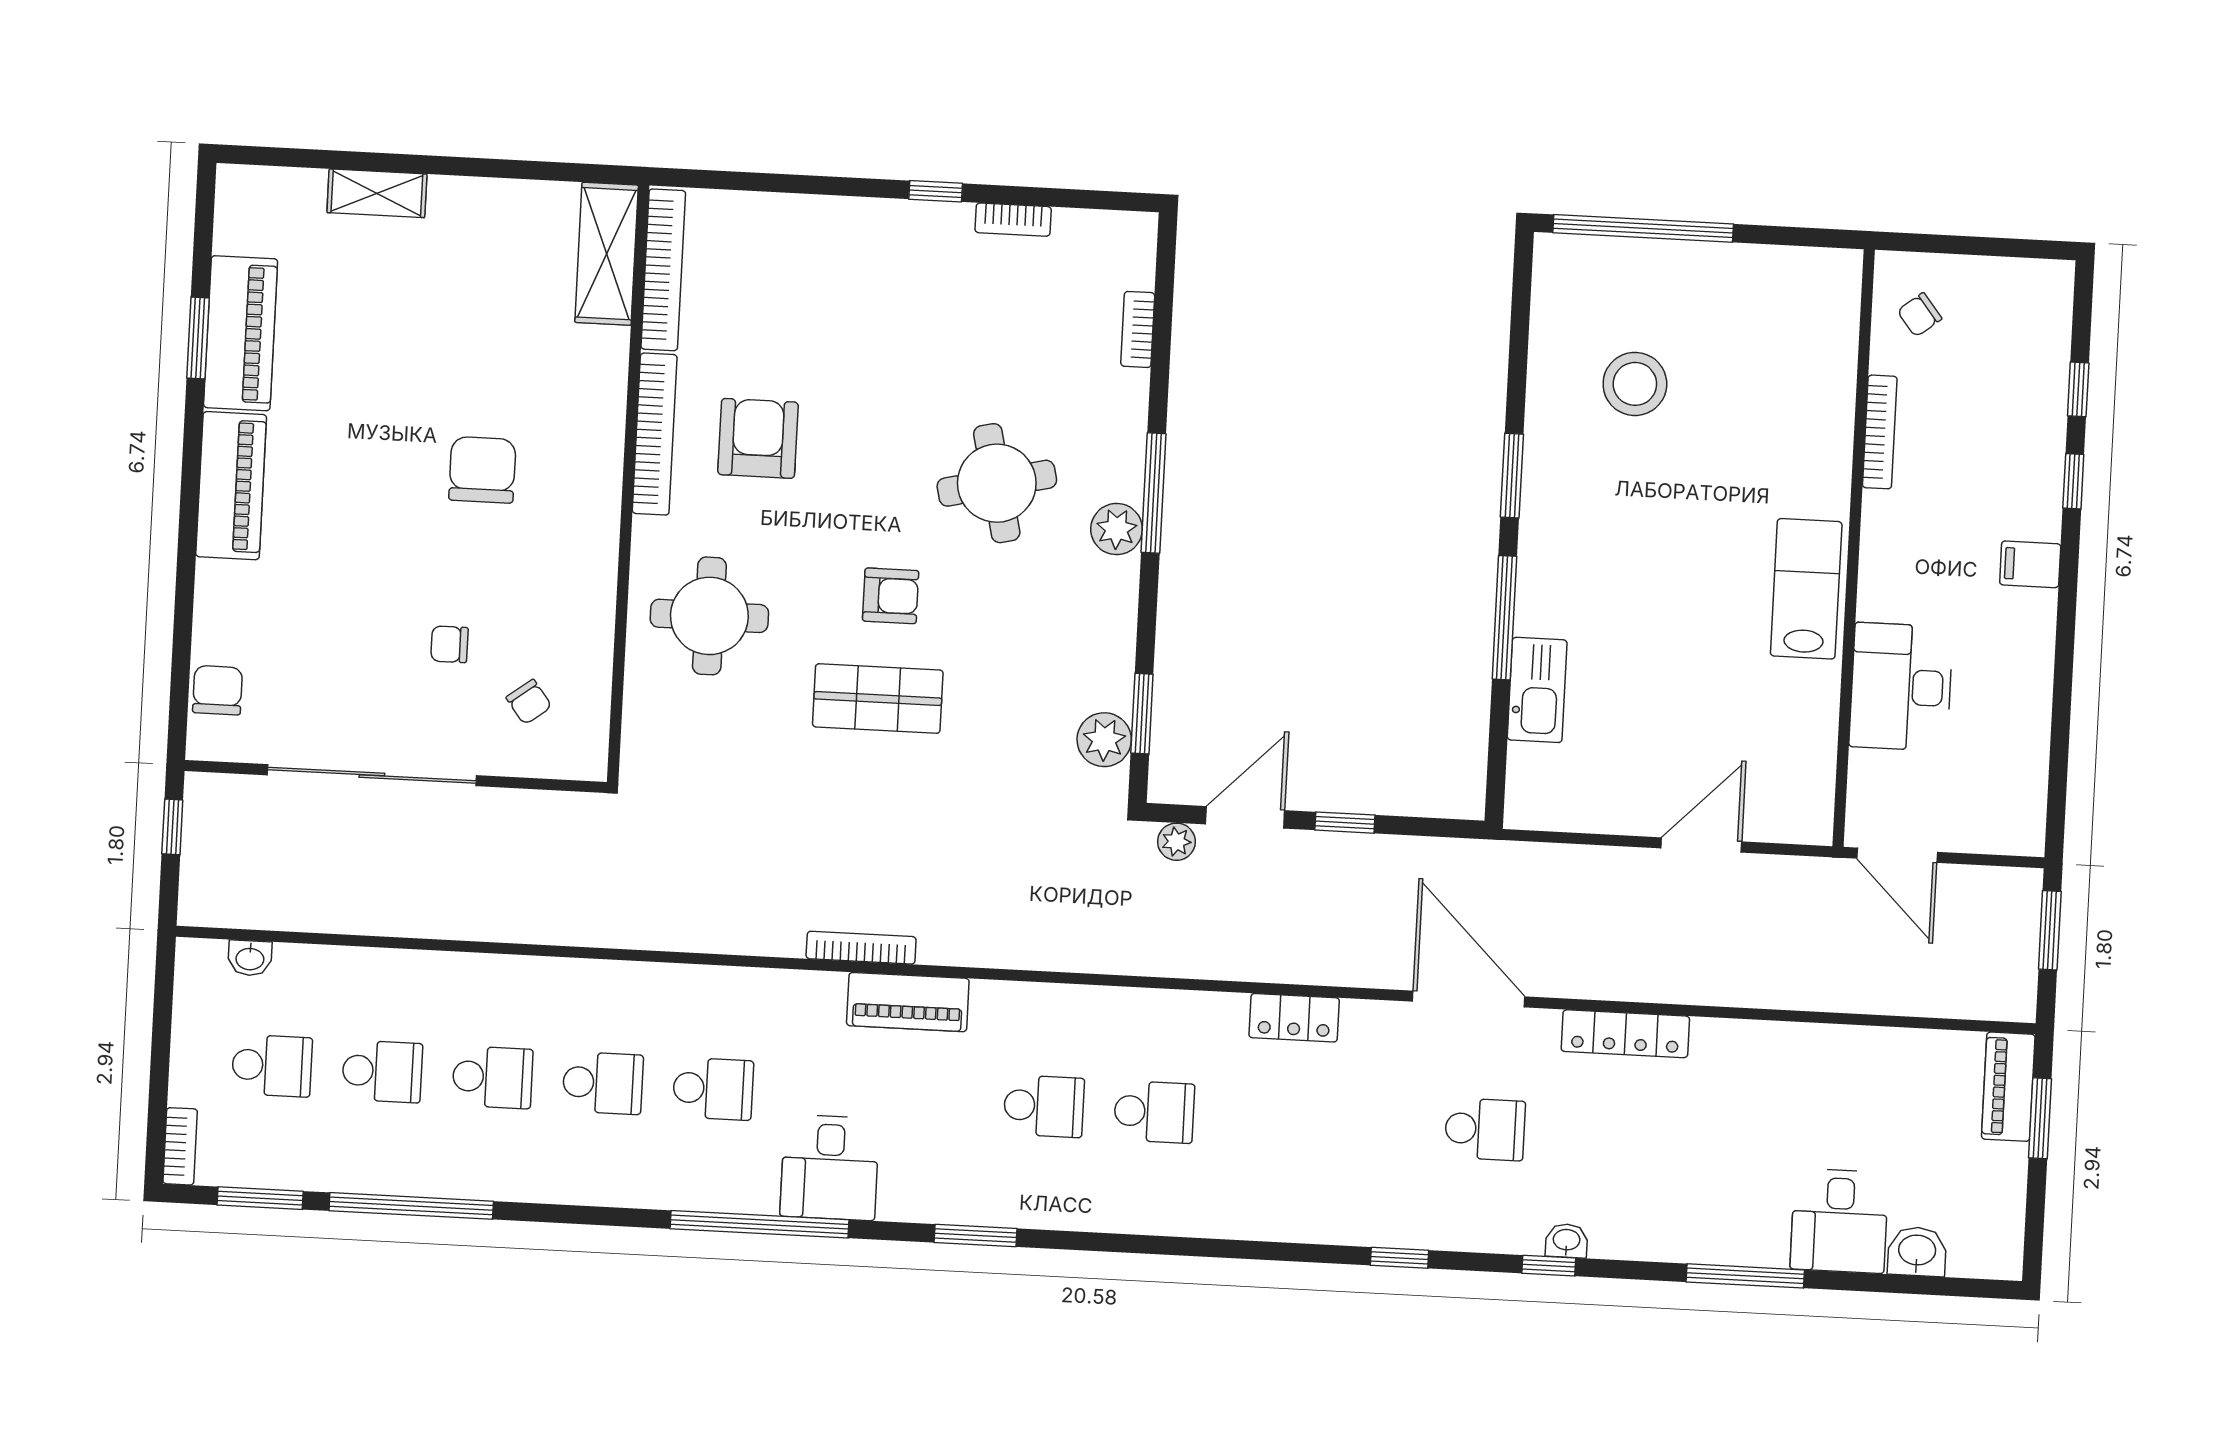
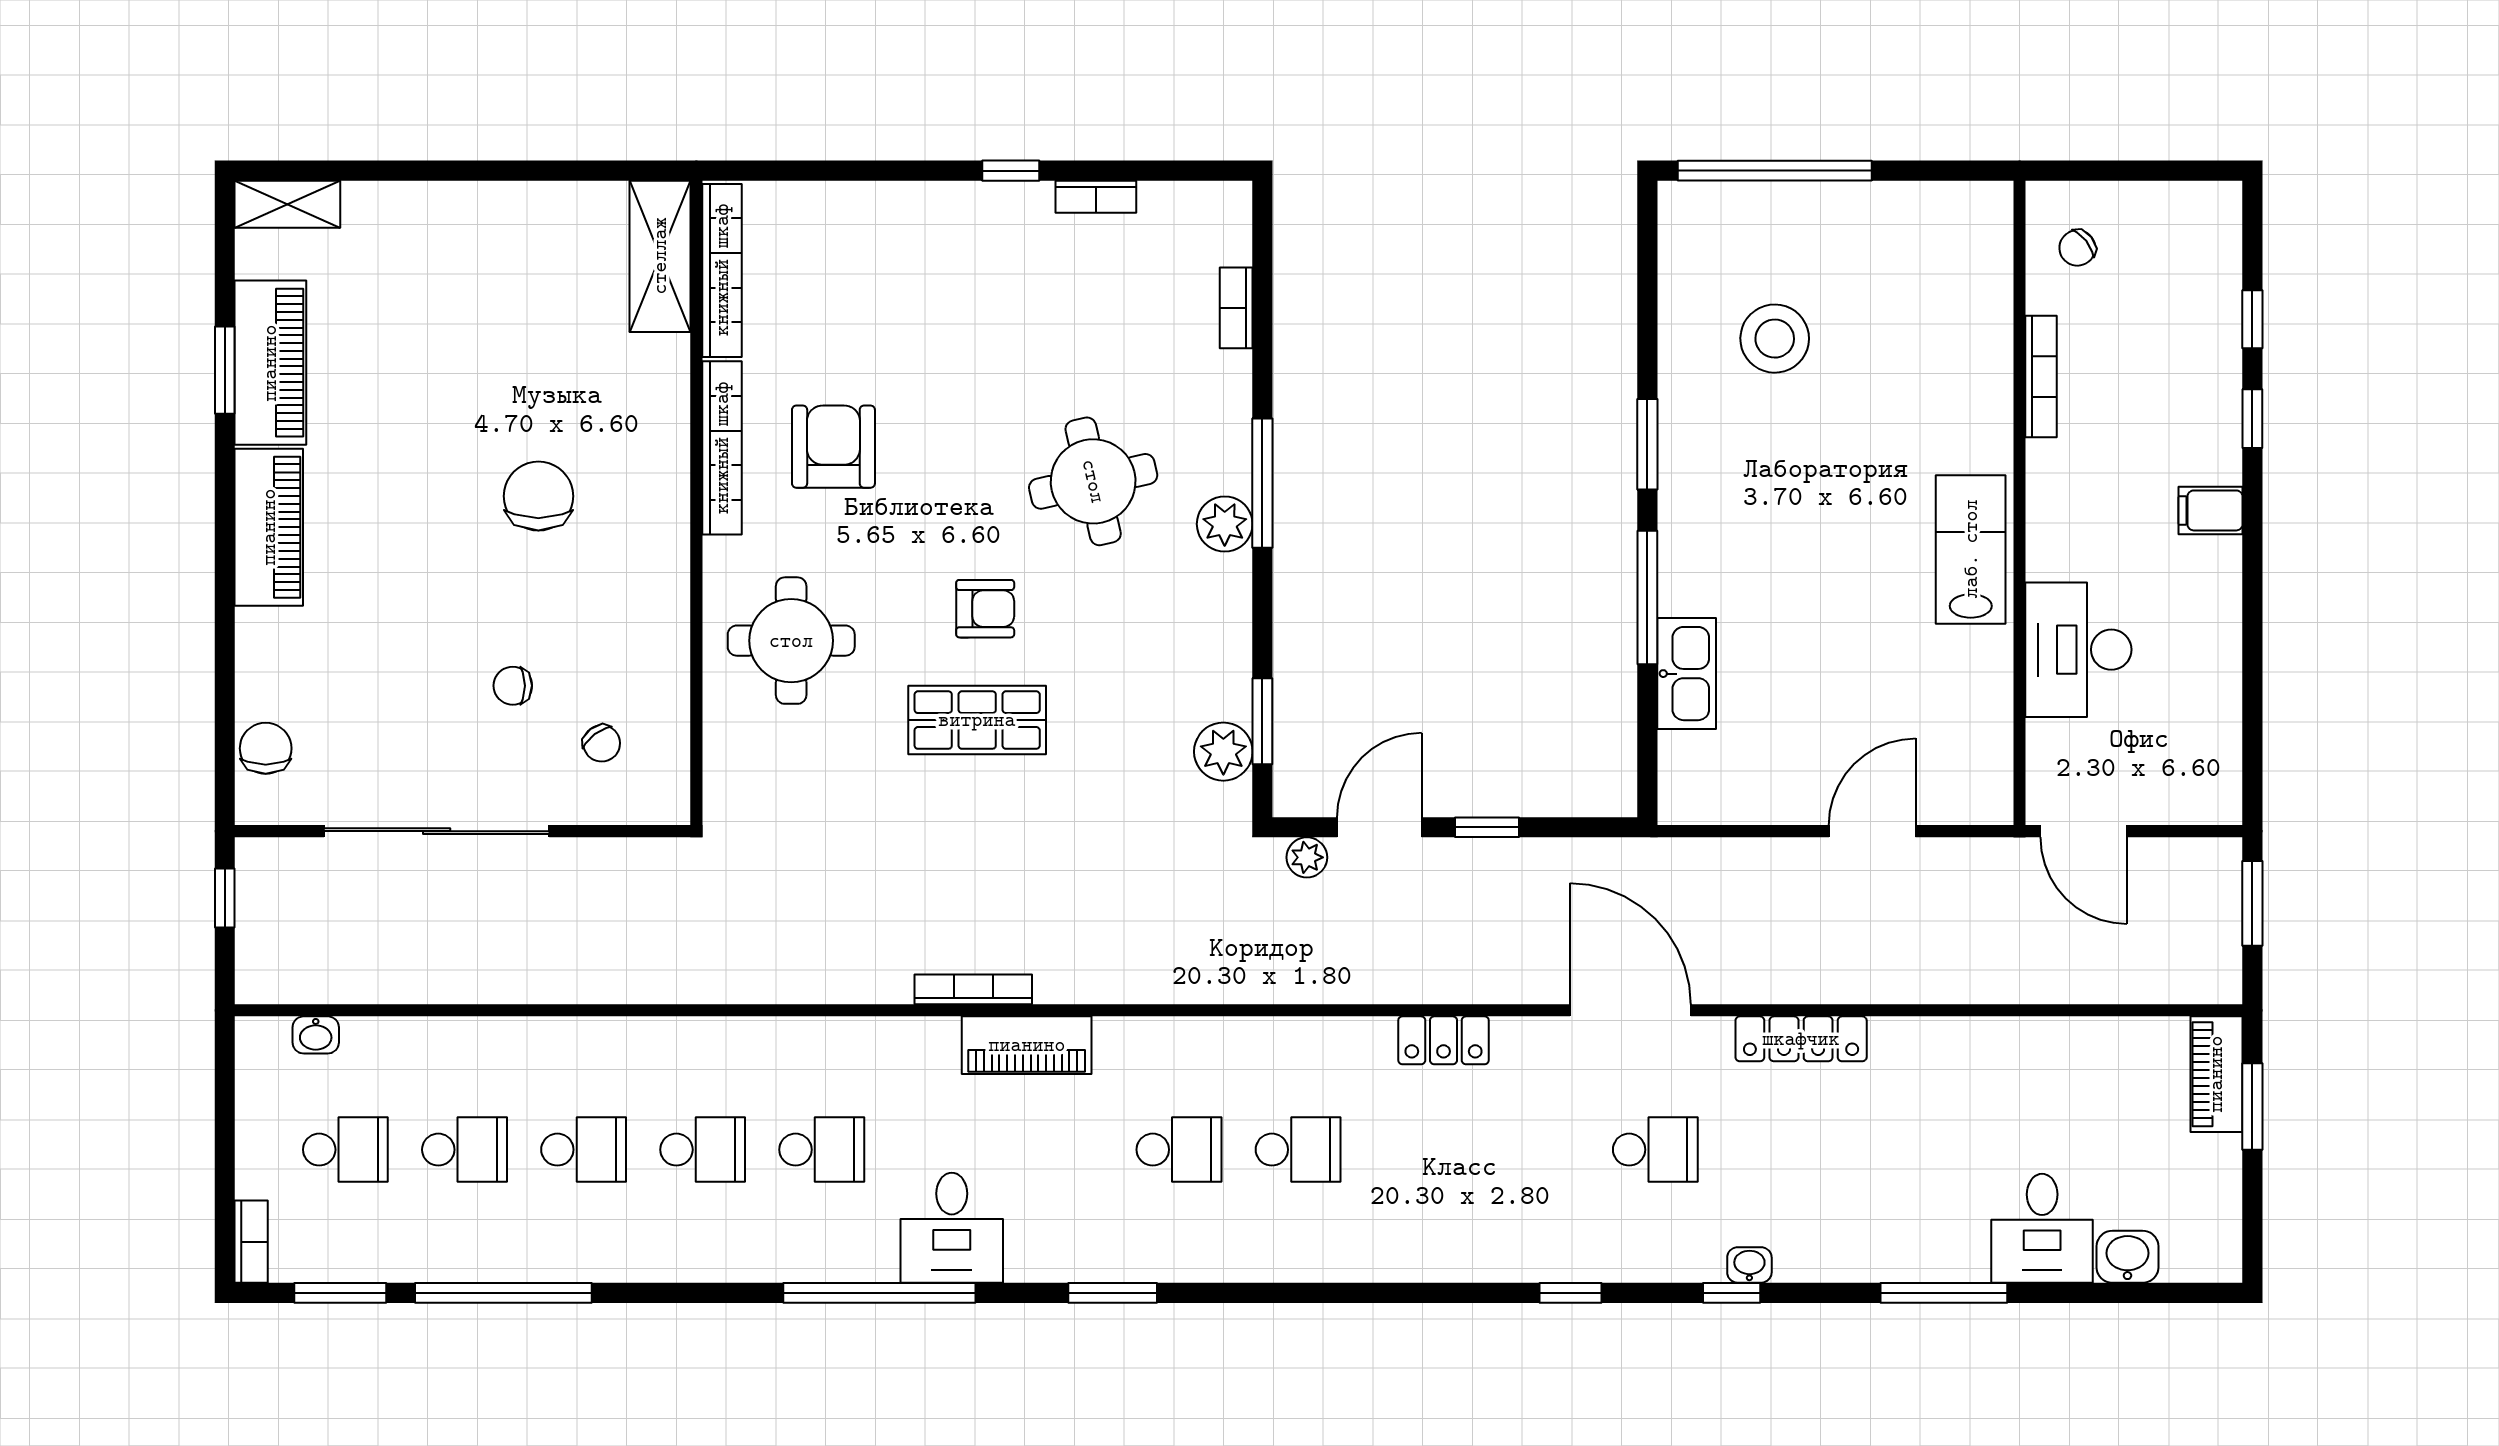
shelving: (377, 193) -> (287, 204), moved

